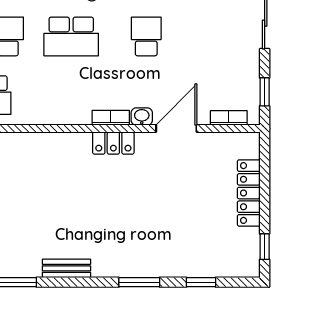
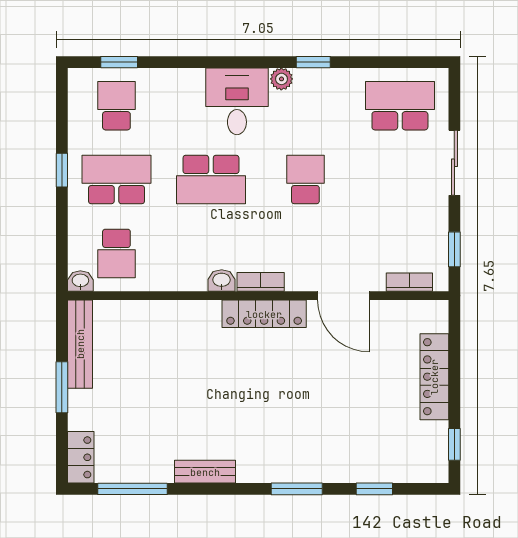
washbasin: (142, 117) -> (222, 280), moved
door: (176, 129) -> (343, 296), swing flipped
locker: (113, 143) -> (264, 314), width x1.53

